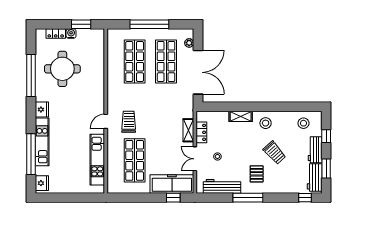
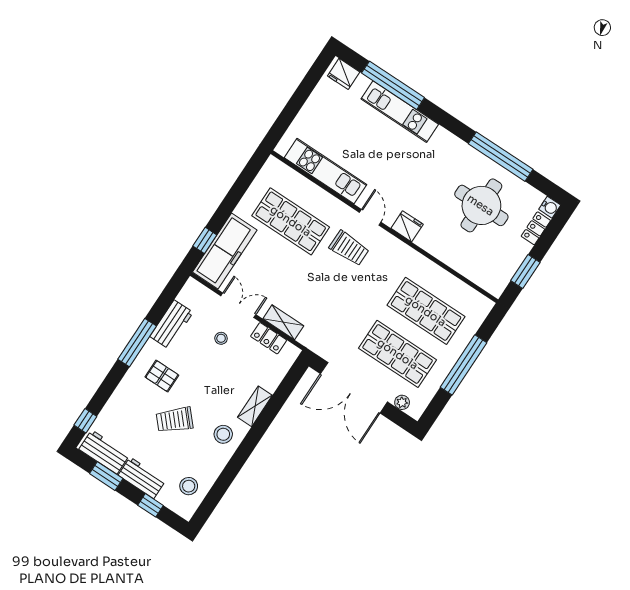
water cooler: (71, 34) -> (550, 207), moved
fridge: (42, 110) -> (407, 226), moved, turned 180
workbench: (222, 186) -> (172, 324), width x0.73

